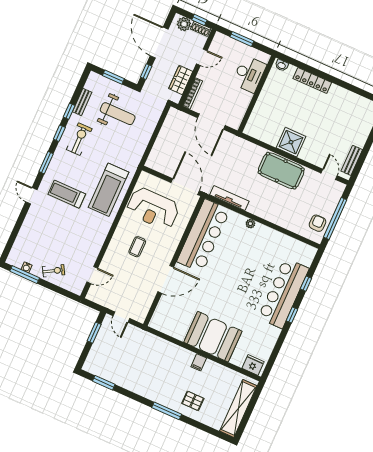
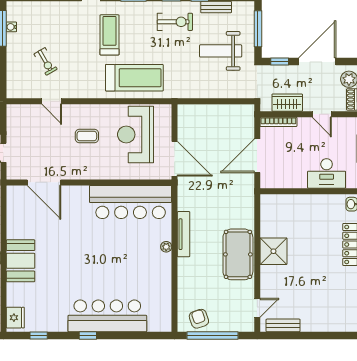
window: (113, 77) -> (258, 29), width x1.44
weight bench: (118, 114) -> (221, 51), turned 90
door: (185, 187) -> (175, 159), hinge flipped
treadmill: (109, 190) -> (134, 78), turned 180
tv unit: (229, 198) -> (184, 234), moved
armchair: (318, 223) -> (199, 319), turned -109
exercise bike: (54, 271) -> (46, 61), moved
door: (92, 275) -> (52, 101), moved
door: (166, 279) -> (44, 182), moved
window: (306, 284) -> (39, 335), moved
booth: (213, 337) -> (20, 261), width x0.73, depth x0.70

